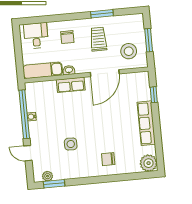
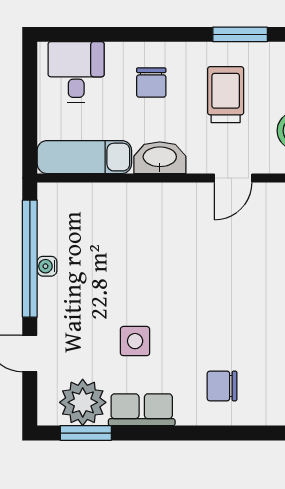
washbasin: (69, 70) -> (160, 158), width x1.91, depth x1.45
door: (105, 73) -> (233, 178), width x0.53
row of seats: (71, 85) -> (142, 410), moved, turned 180
plant: (48, 176) -> (83, 402), width x1.87, depth x1.87

